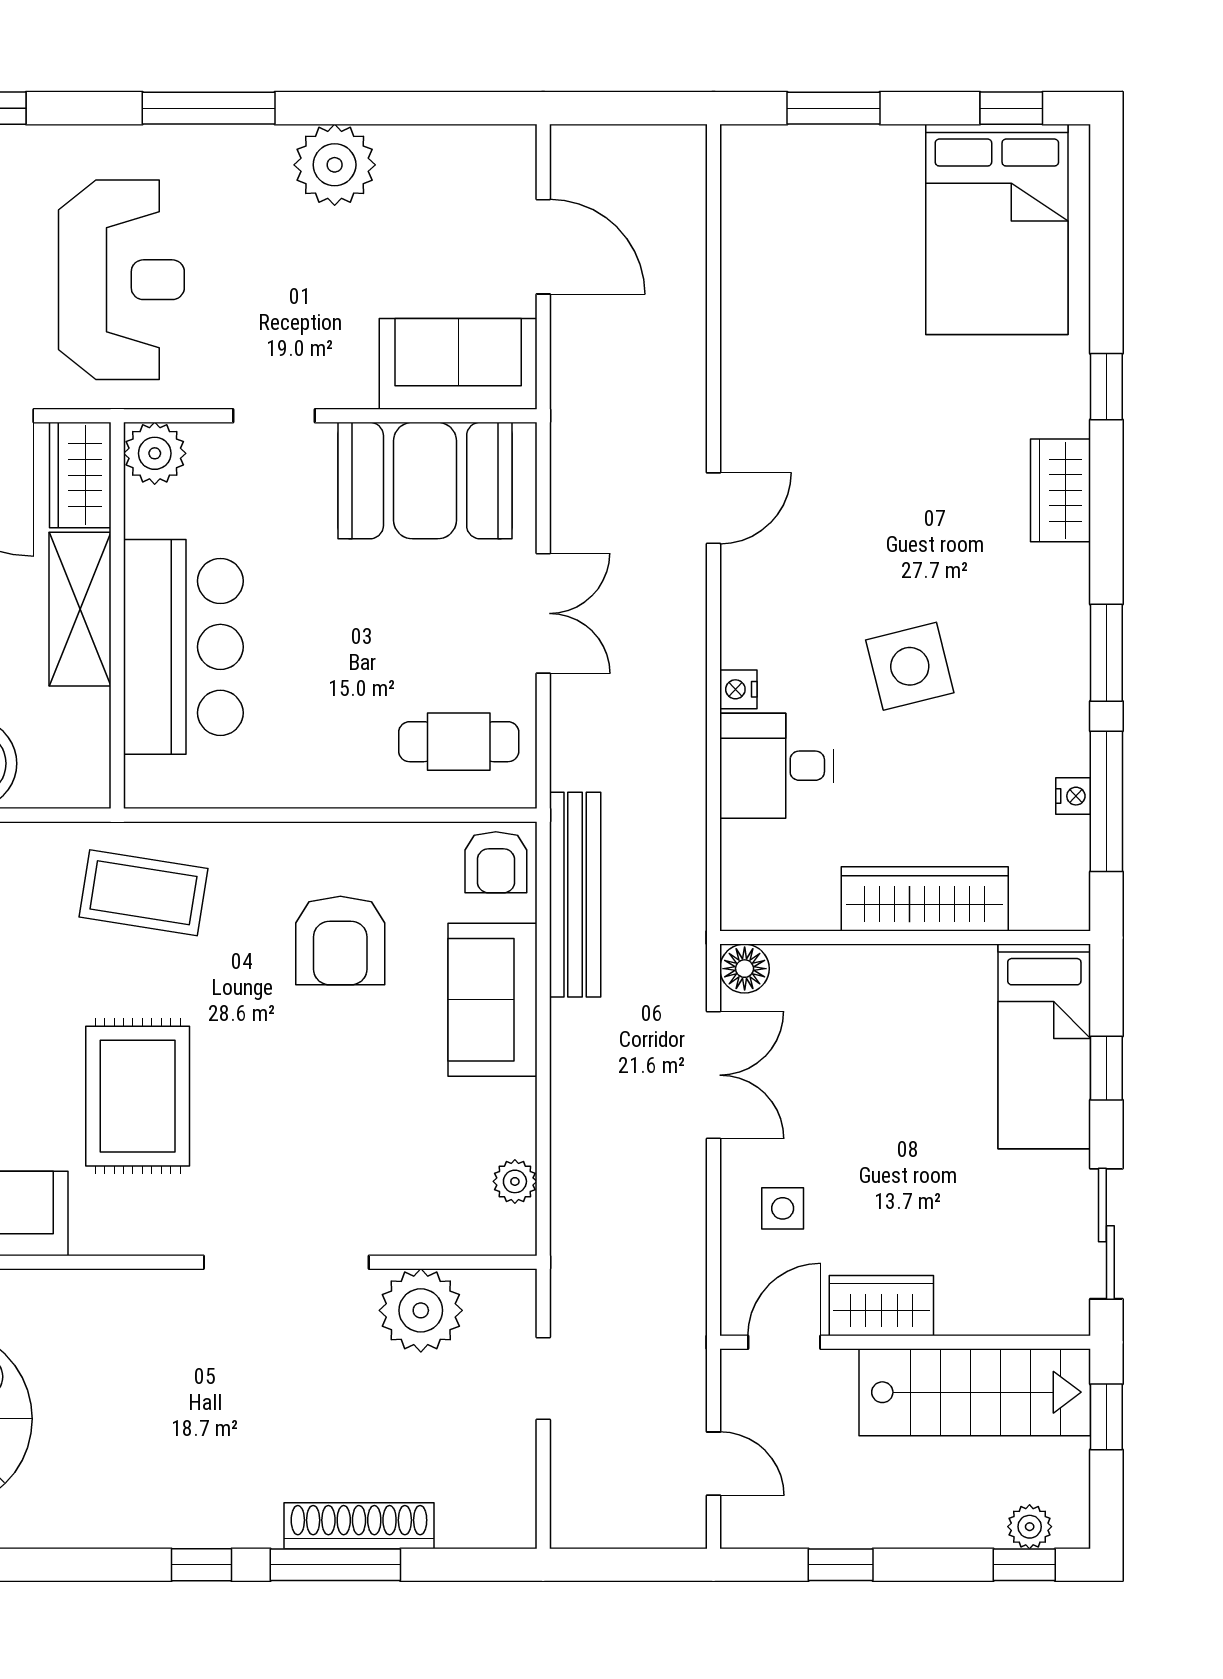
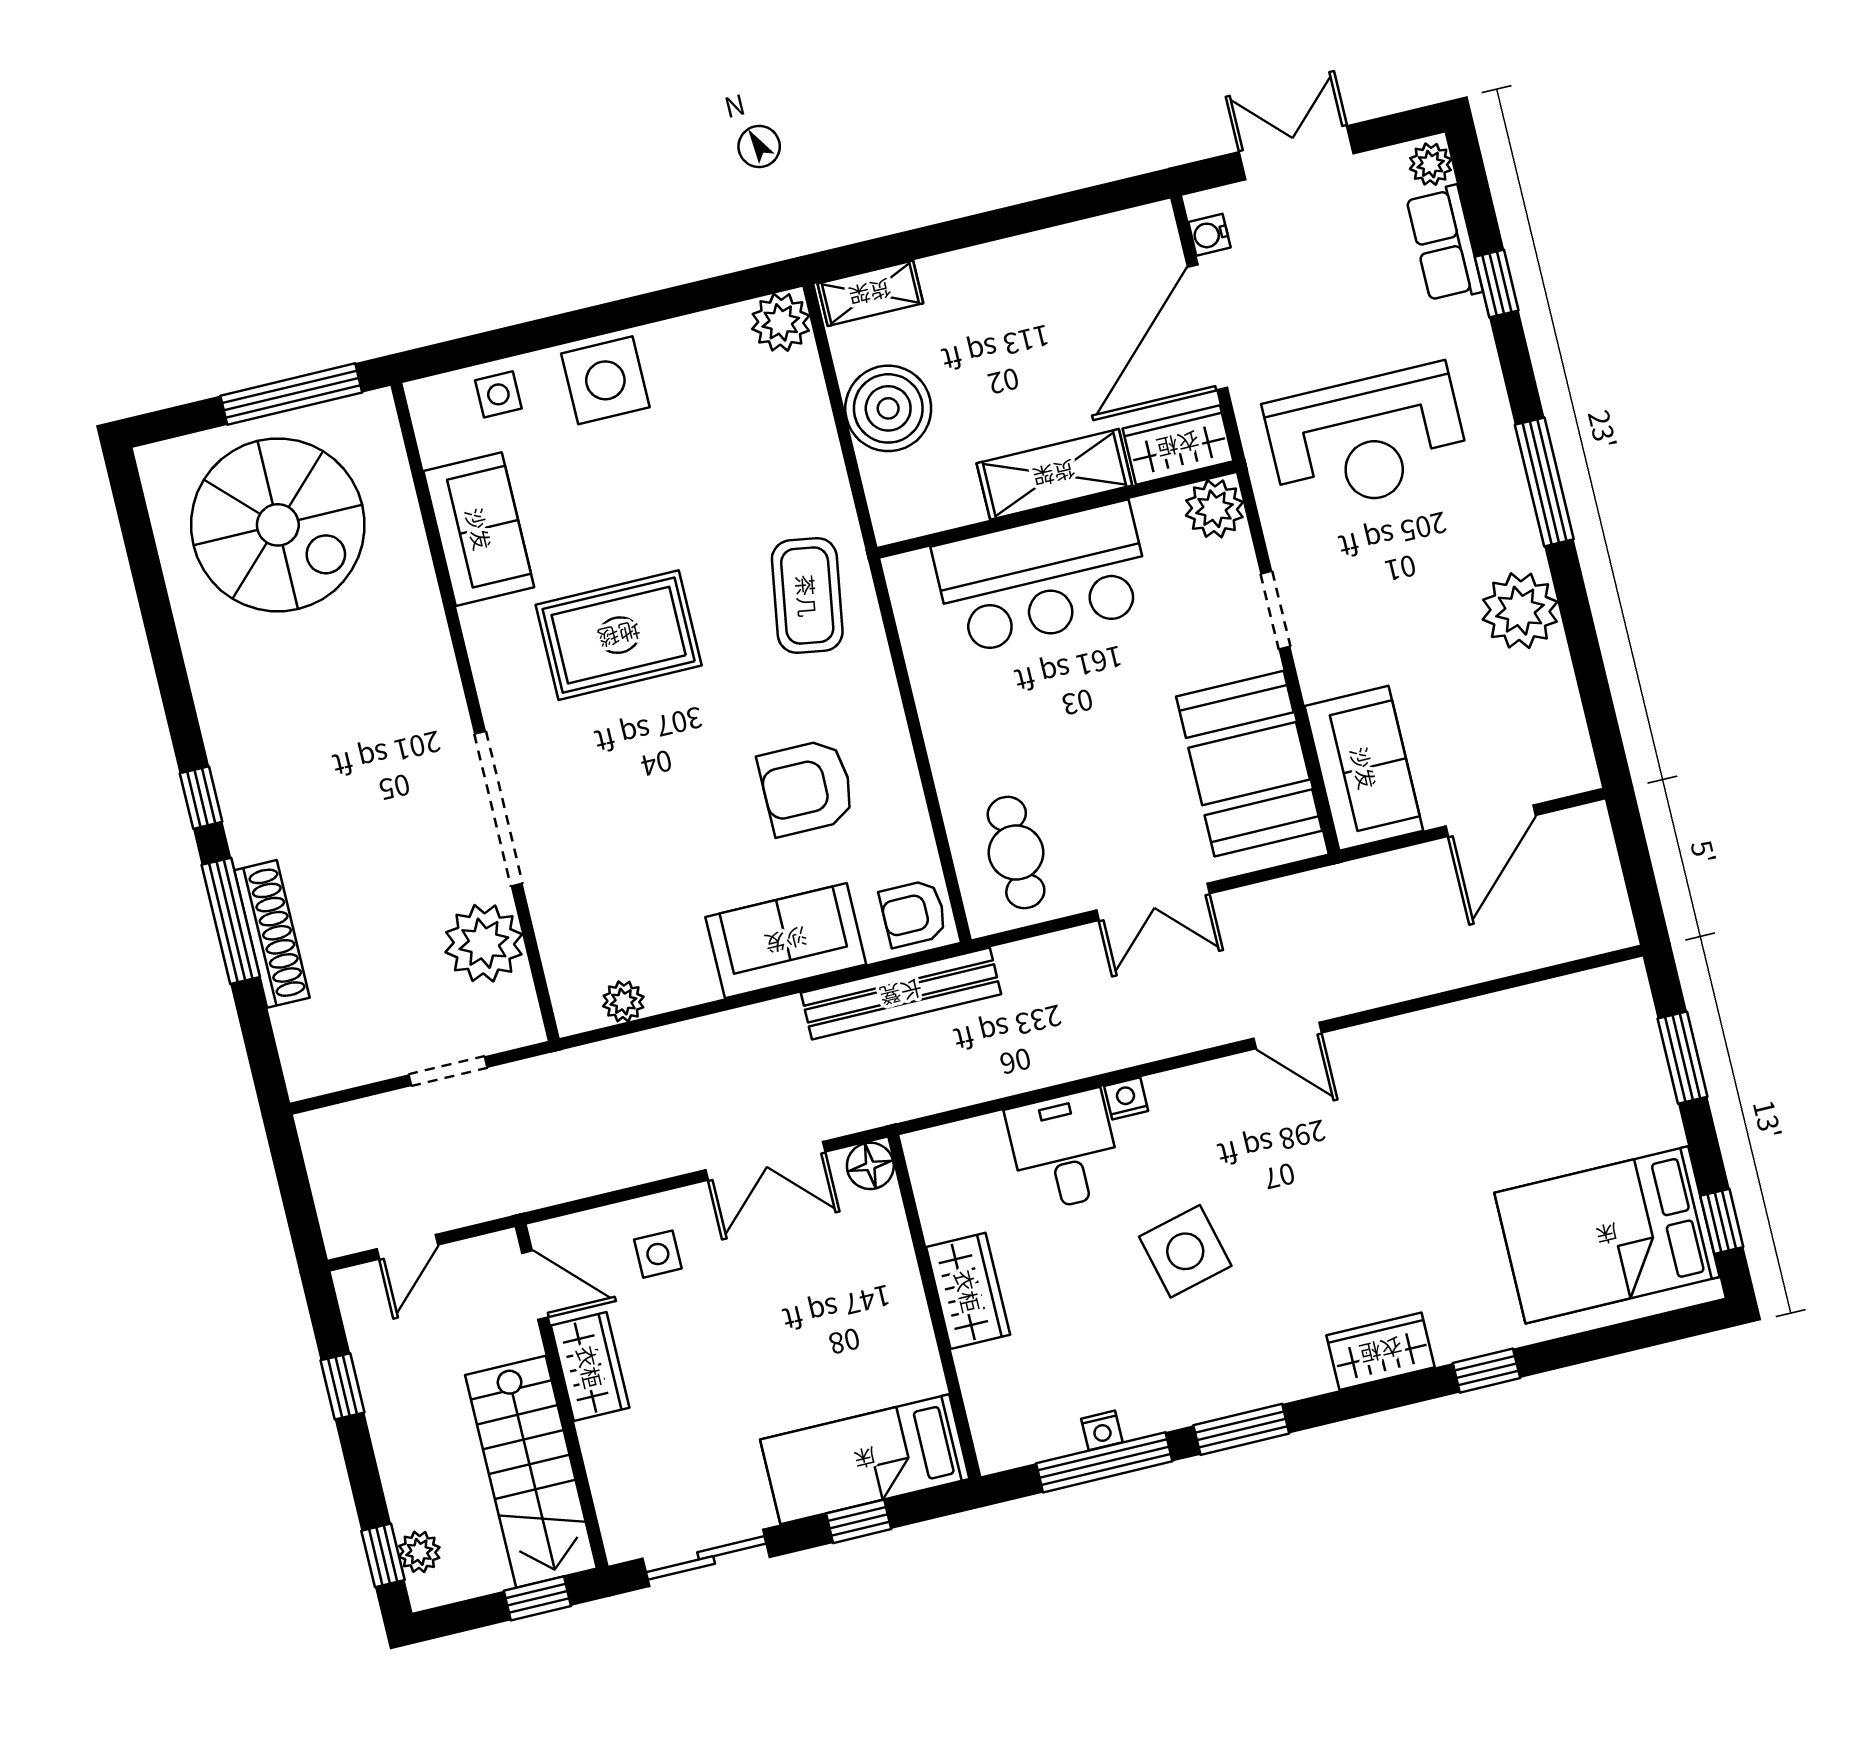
wardrobe: (925, 899) -> (968, 1291), width x0.67

